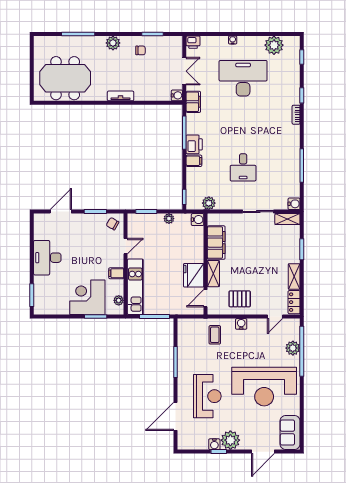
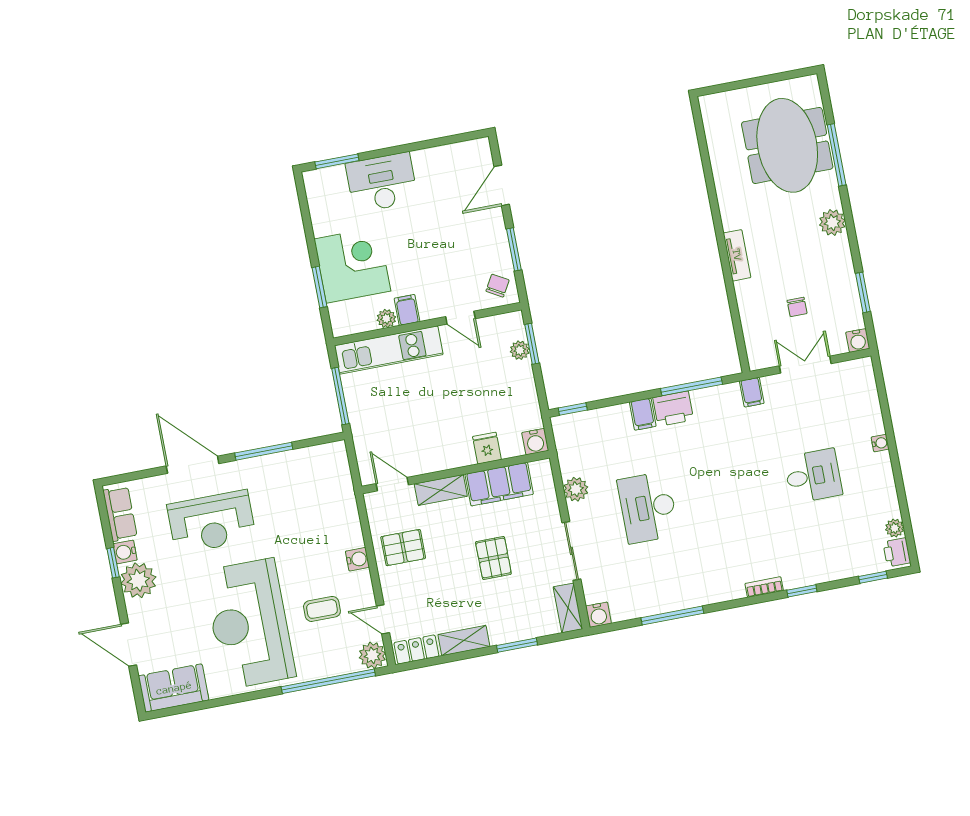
printer: (193, 42) -> (897, 552), moved
plant: (274, 45) -> (895, 528), width x0.53, depth x0.53
chair: (140, 50) -> (797, 307), moved
double door: (184, 71) -> (805, 365), swing flipped
meeting table: (65, 78) -> (787, 145), moved
desk: (243, 78) -> (813, 476), width x0.53, depth x0.77
water cooler: (177, 95) -> (858, 340), moved
filing cabinet: (193, 102) -> (752, 392), width x0.50
desk: (243, 167) -> (648, 507), width x1.37
plant: (209, 203) -> (576, 489), moved
door: (61, 212) -> (502, 185), swing flipped
plant: (169, 219) -> (520, 350), moved
pallet: (254, 253) -> (493, 558), added
desk: (47, 258) -> (382, 182), moved
fridge: (194, 275) -> (487, 448), moved, width x0.53, depth x0.75
pallet: (240, 299) -> (403, 548), turned 90
plant: (119, 300) -> (386, 319), moved
coffee table: (215, 335) -> (322, 609), moved
plant: (293, 348) -> (372, 655), moved
door: (176, 416) -> (193, 465), moved
row of seats: (194, 443) -> (120, 514), added

